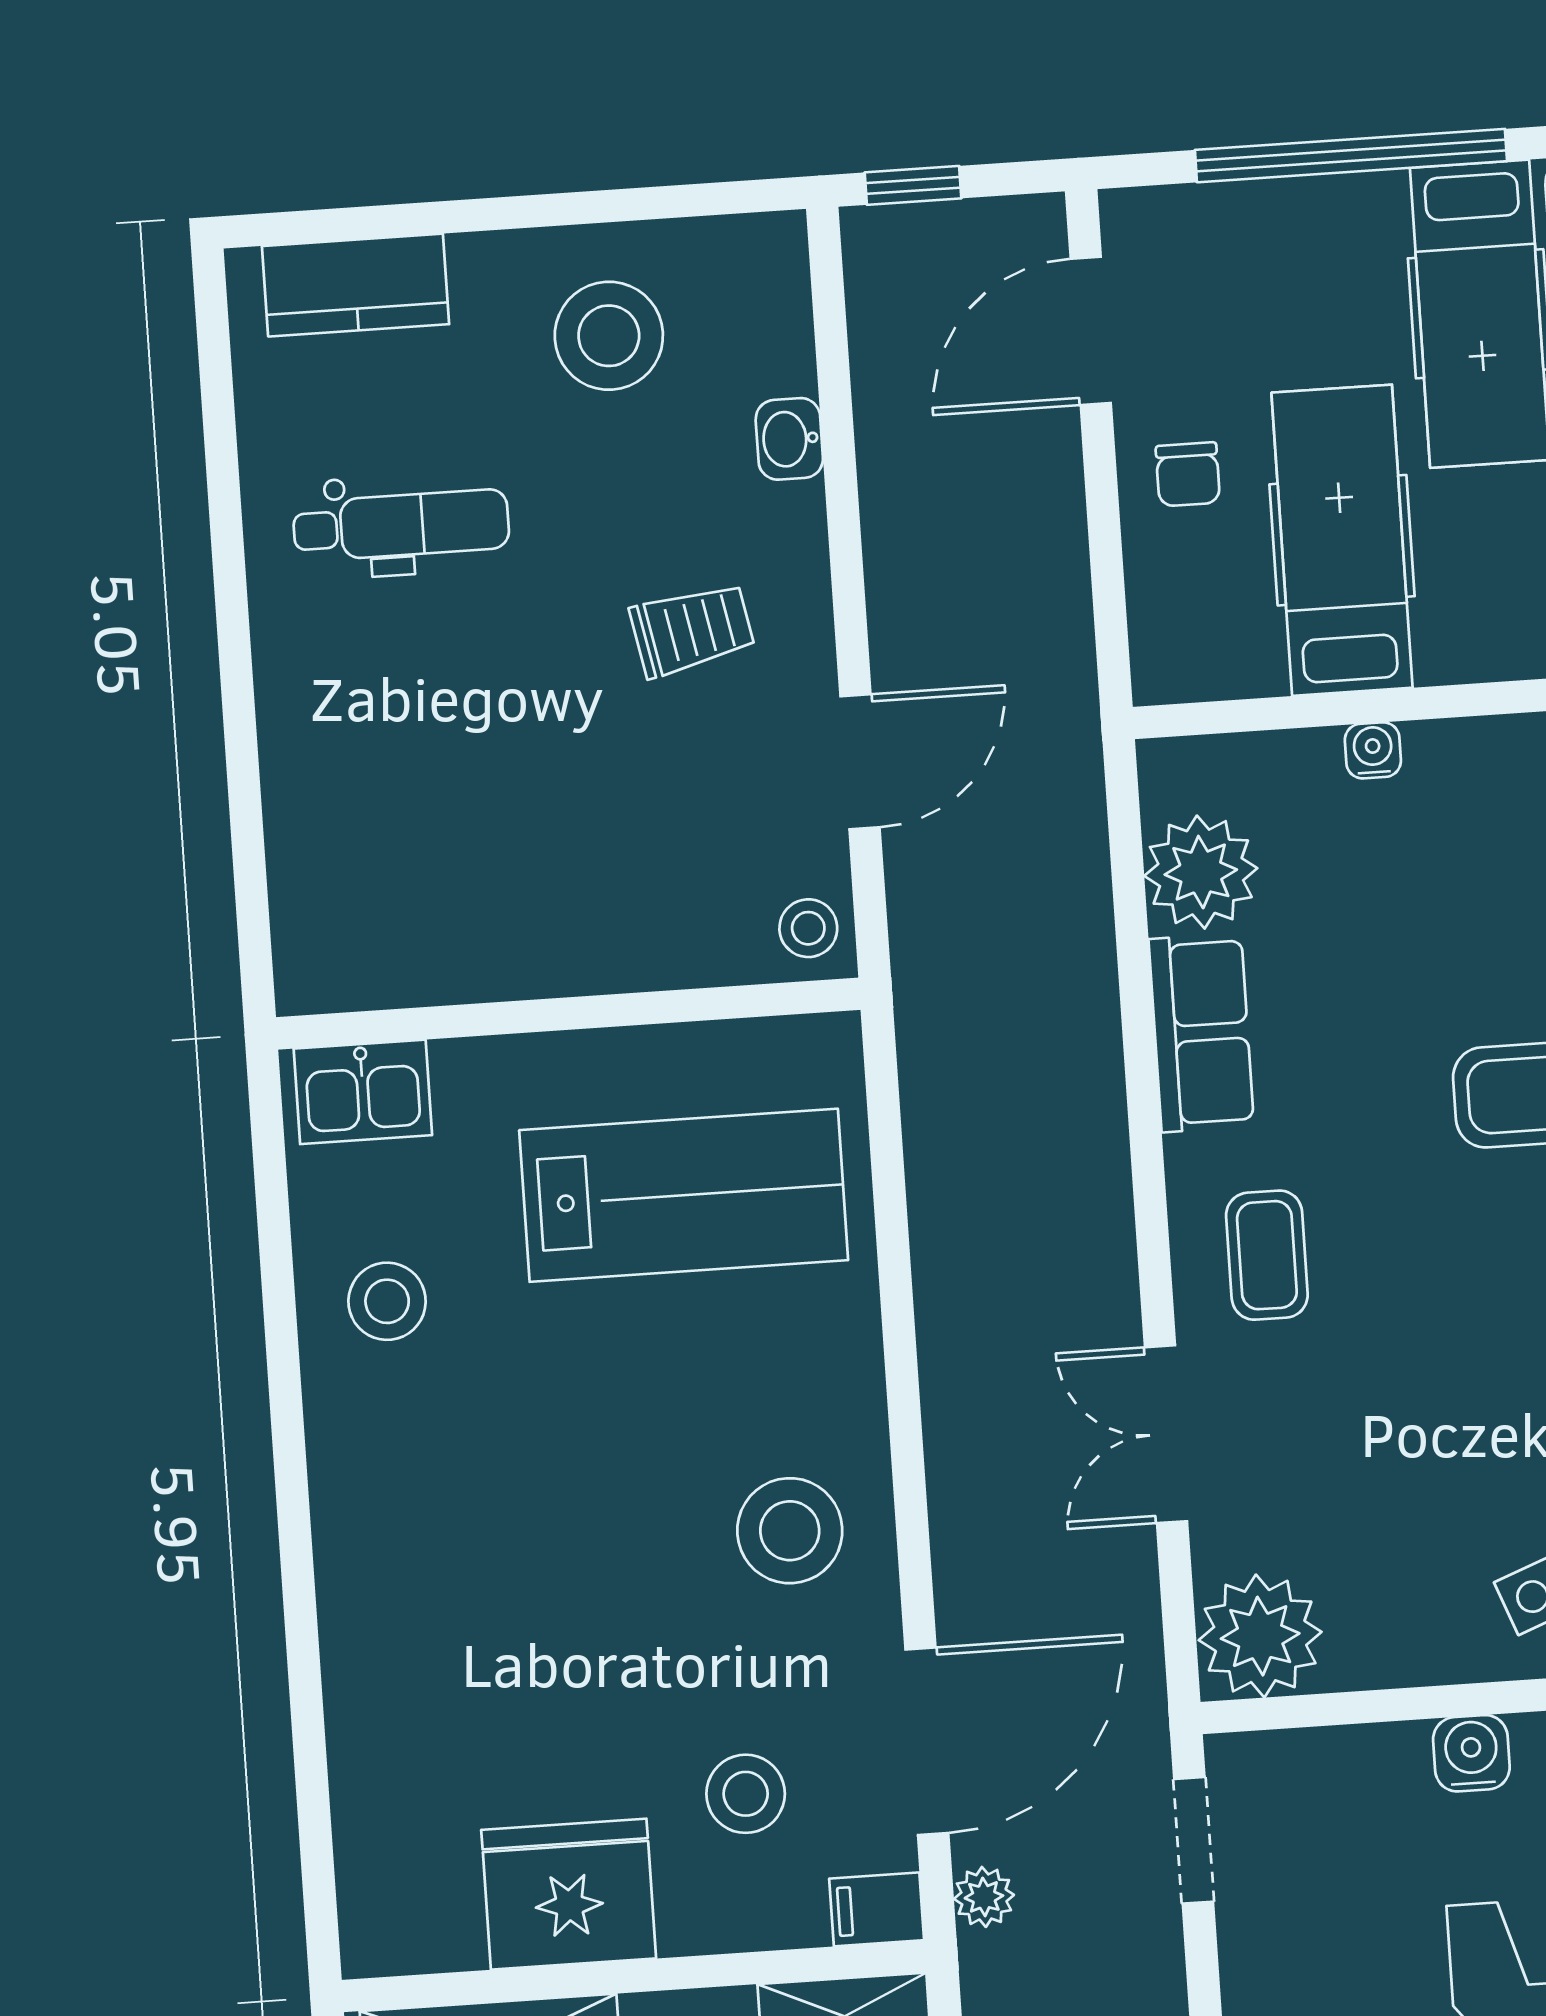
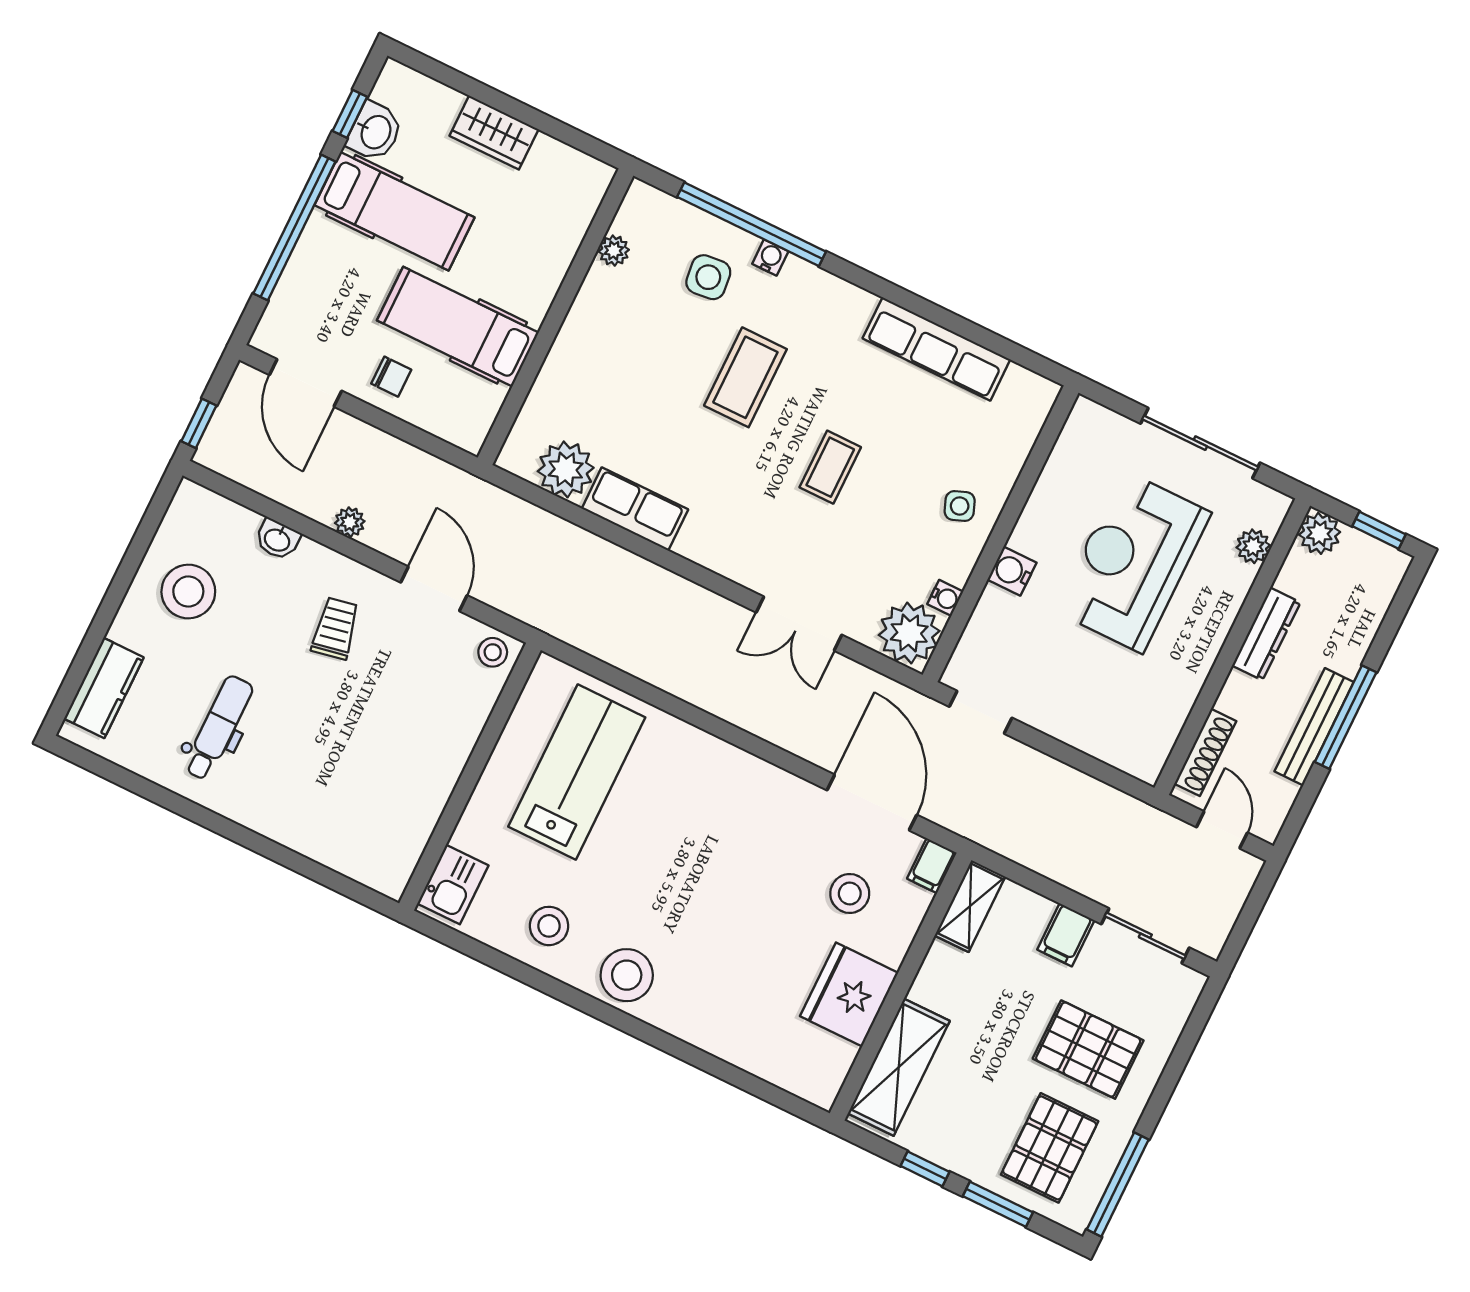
water cooler: (1373, 750) -> (945, 598), moved, turned 180
coffee table: (1267, 1255) -> (830, 467), moved, turned 90
stool: (790, 1531) -> (627, 975), moved
plant: (984, 1897) -> (350, 522), moved

